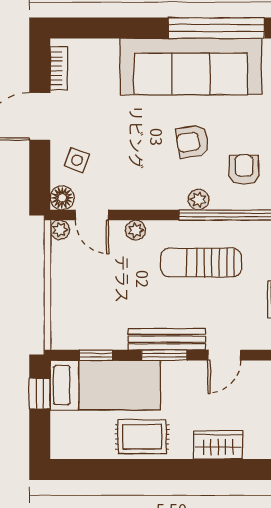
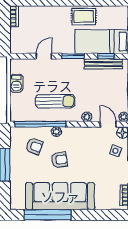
armchair: (244, 170) -> (34, 146), turned -69
bench: (167, 339) -> (103, 64), moved
wardrobe: (218, 445) -> (47, 13), removed

